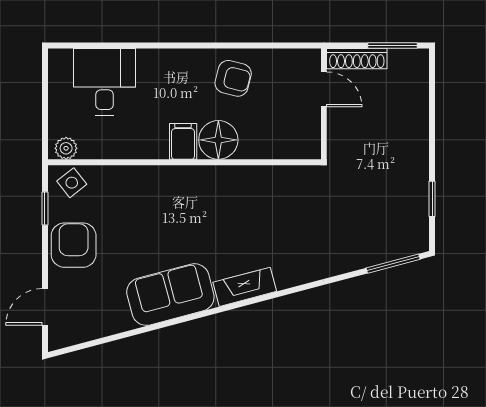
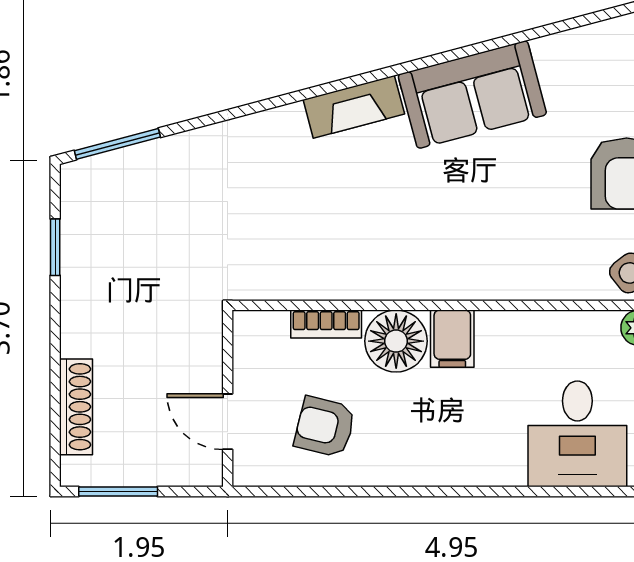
shoe rack: (357, 59) -> (76, 407), moved, turned 90
armchair: (233, 78) -> (325, 427), moved
bookcase: (262, 151) -> (326, 324), added

